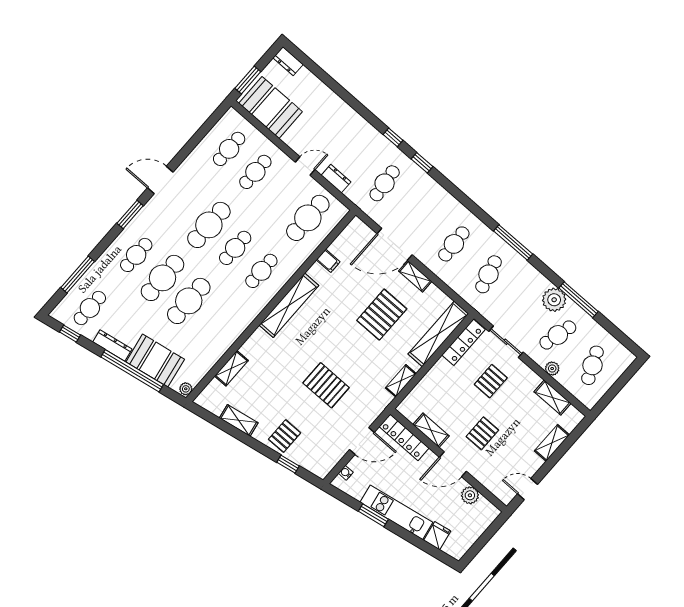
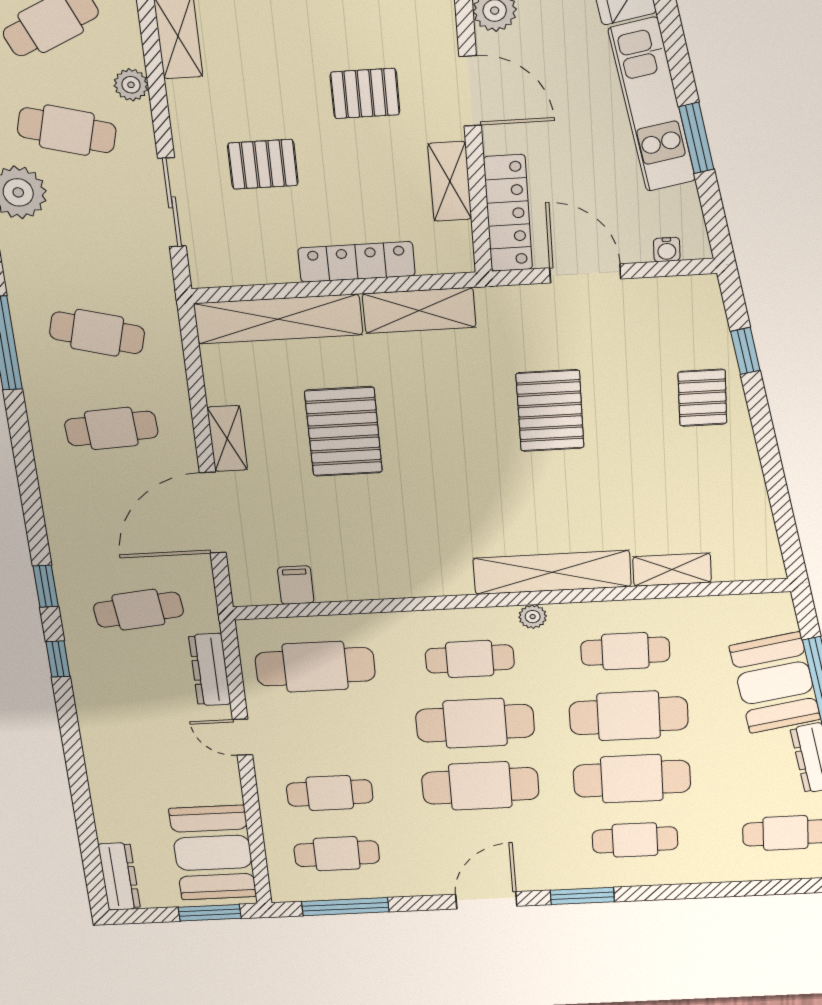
dresser: (288, 61) -> (119, 877), width x1.44
dresser: (336, 179) -> (210, 670), width x1.44
door: (160, 180) -> (486, 900), swing flipped
door: (395, 244) -> (213, 513), swing flipped
cafe table: (235, 248) -> (475, 723), width x1.37, depth x1.35
filing cabinet: (328, 261) -> (296, 585), moved
cafe table: (489, 274) -> (97, 333), turned 30
window: (78, 275) -> (345, 907), moved
shelving: (289, 305) -> (552, 572), moved
pallet: (382, 315) -> (344, 432), turned 90
cafe table: (215, 324) -> (625, 651), added
locker: (463, 342) -> (357, 262), moved
shelving: (401, 381) -> (419, 310), width x1.50, depth x1.33
plant: (186, 389) -> (533, 617), moved
shelving: (239, 420) -> (748, 487), removed
pallet: (285, 436) -> (702, 398), turned 90

